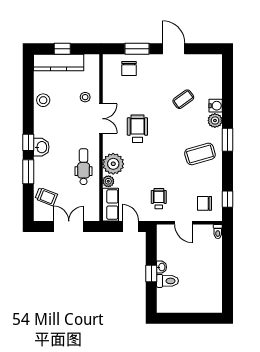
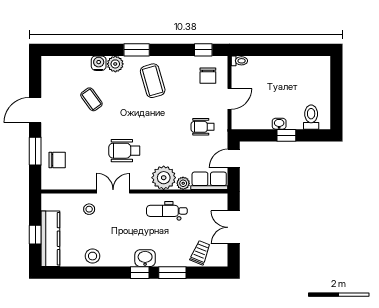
toilet: (167, 281) -> (311, 117), moved

